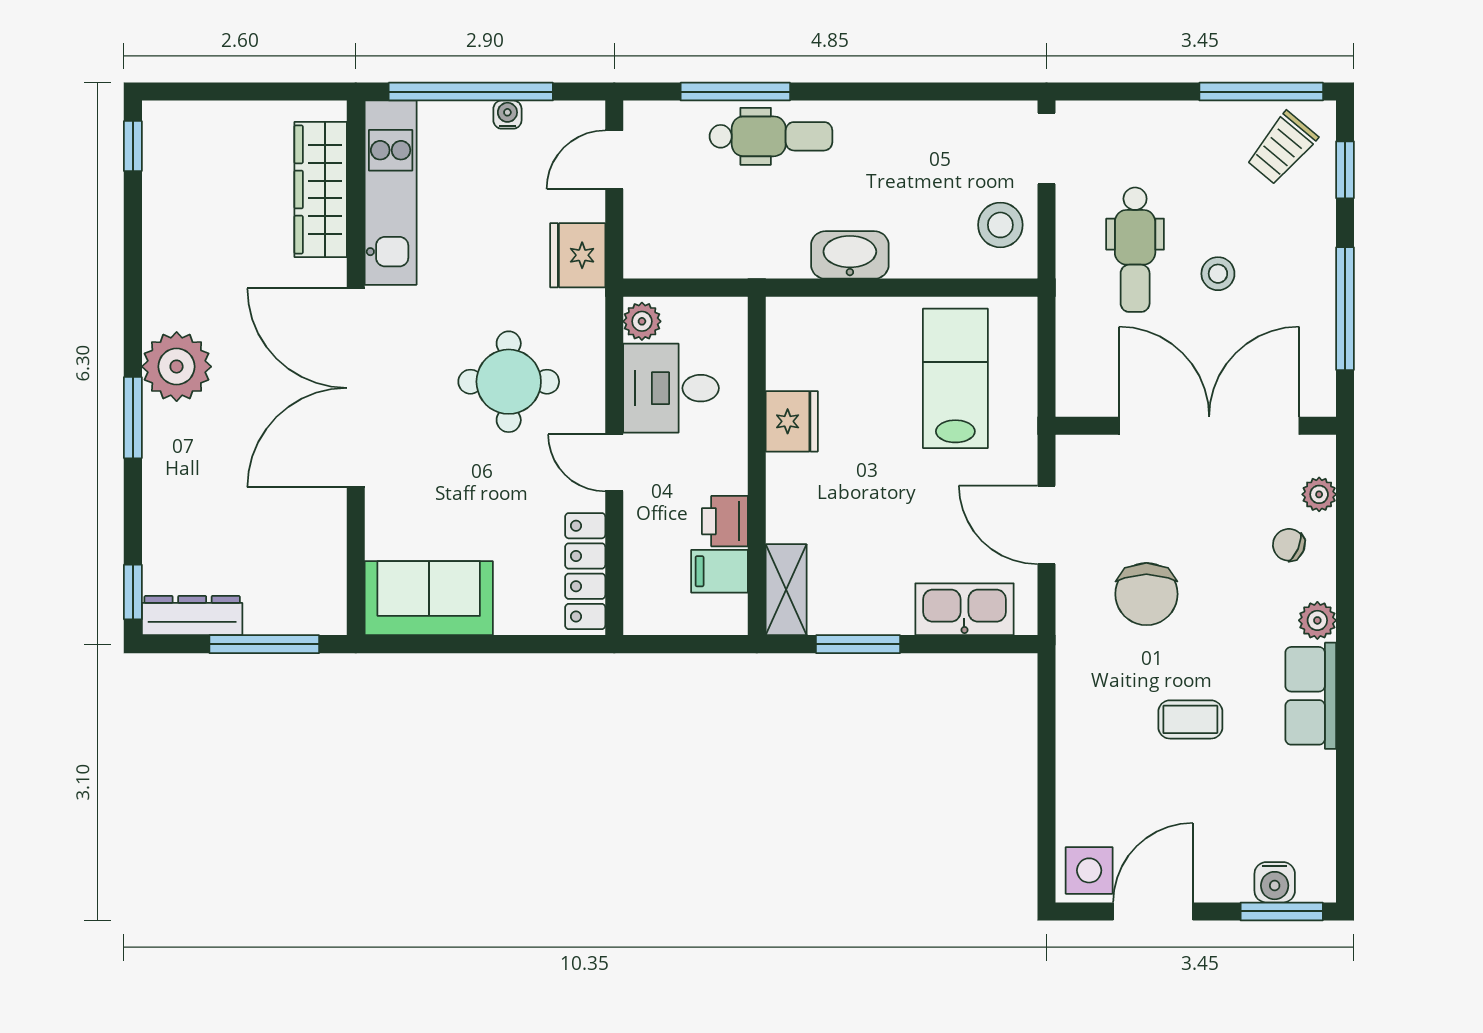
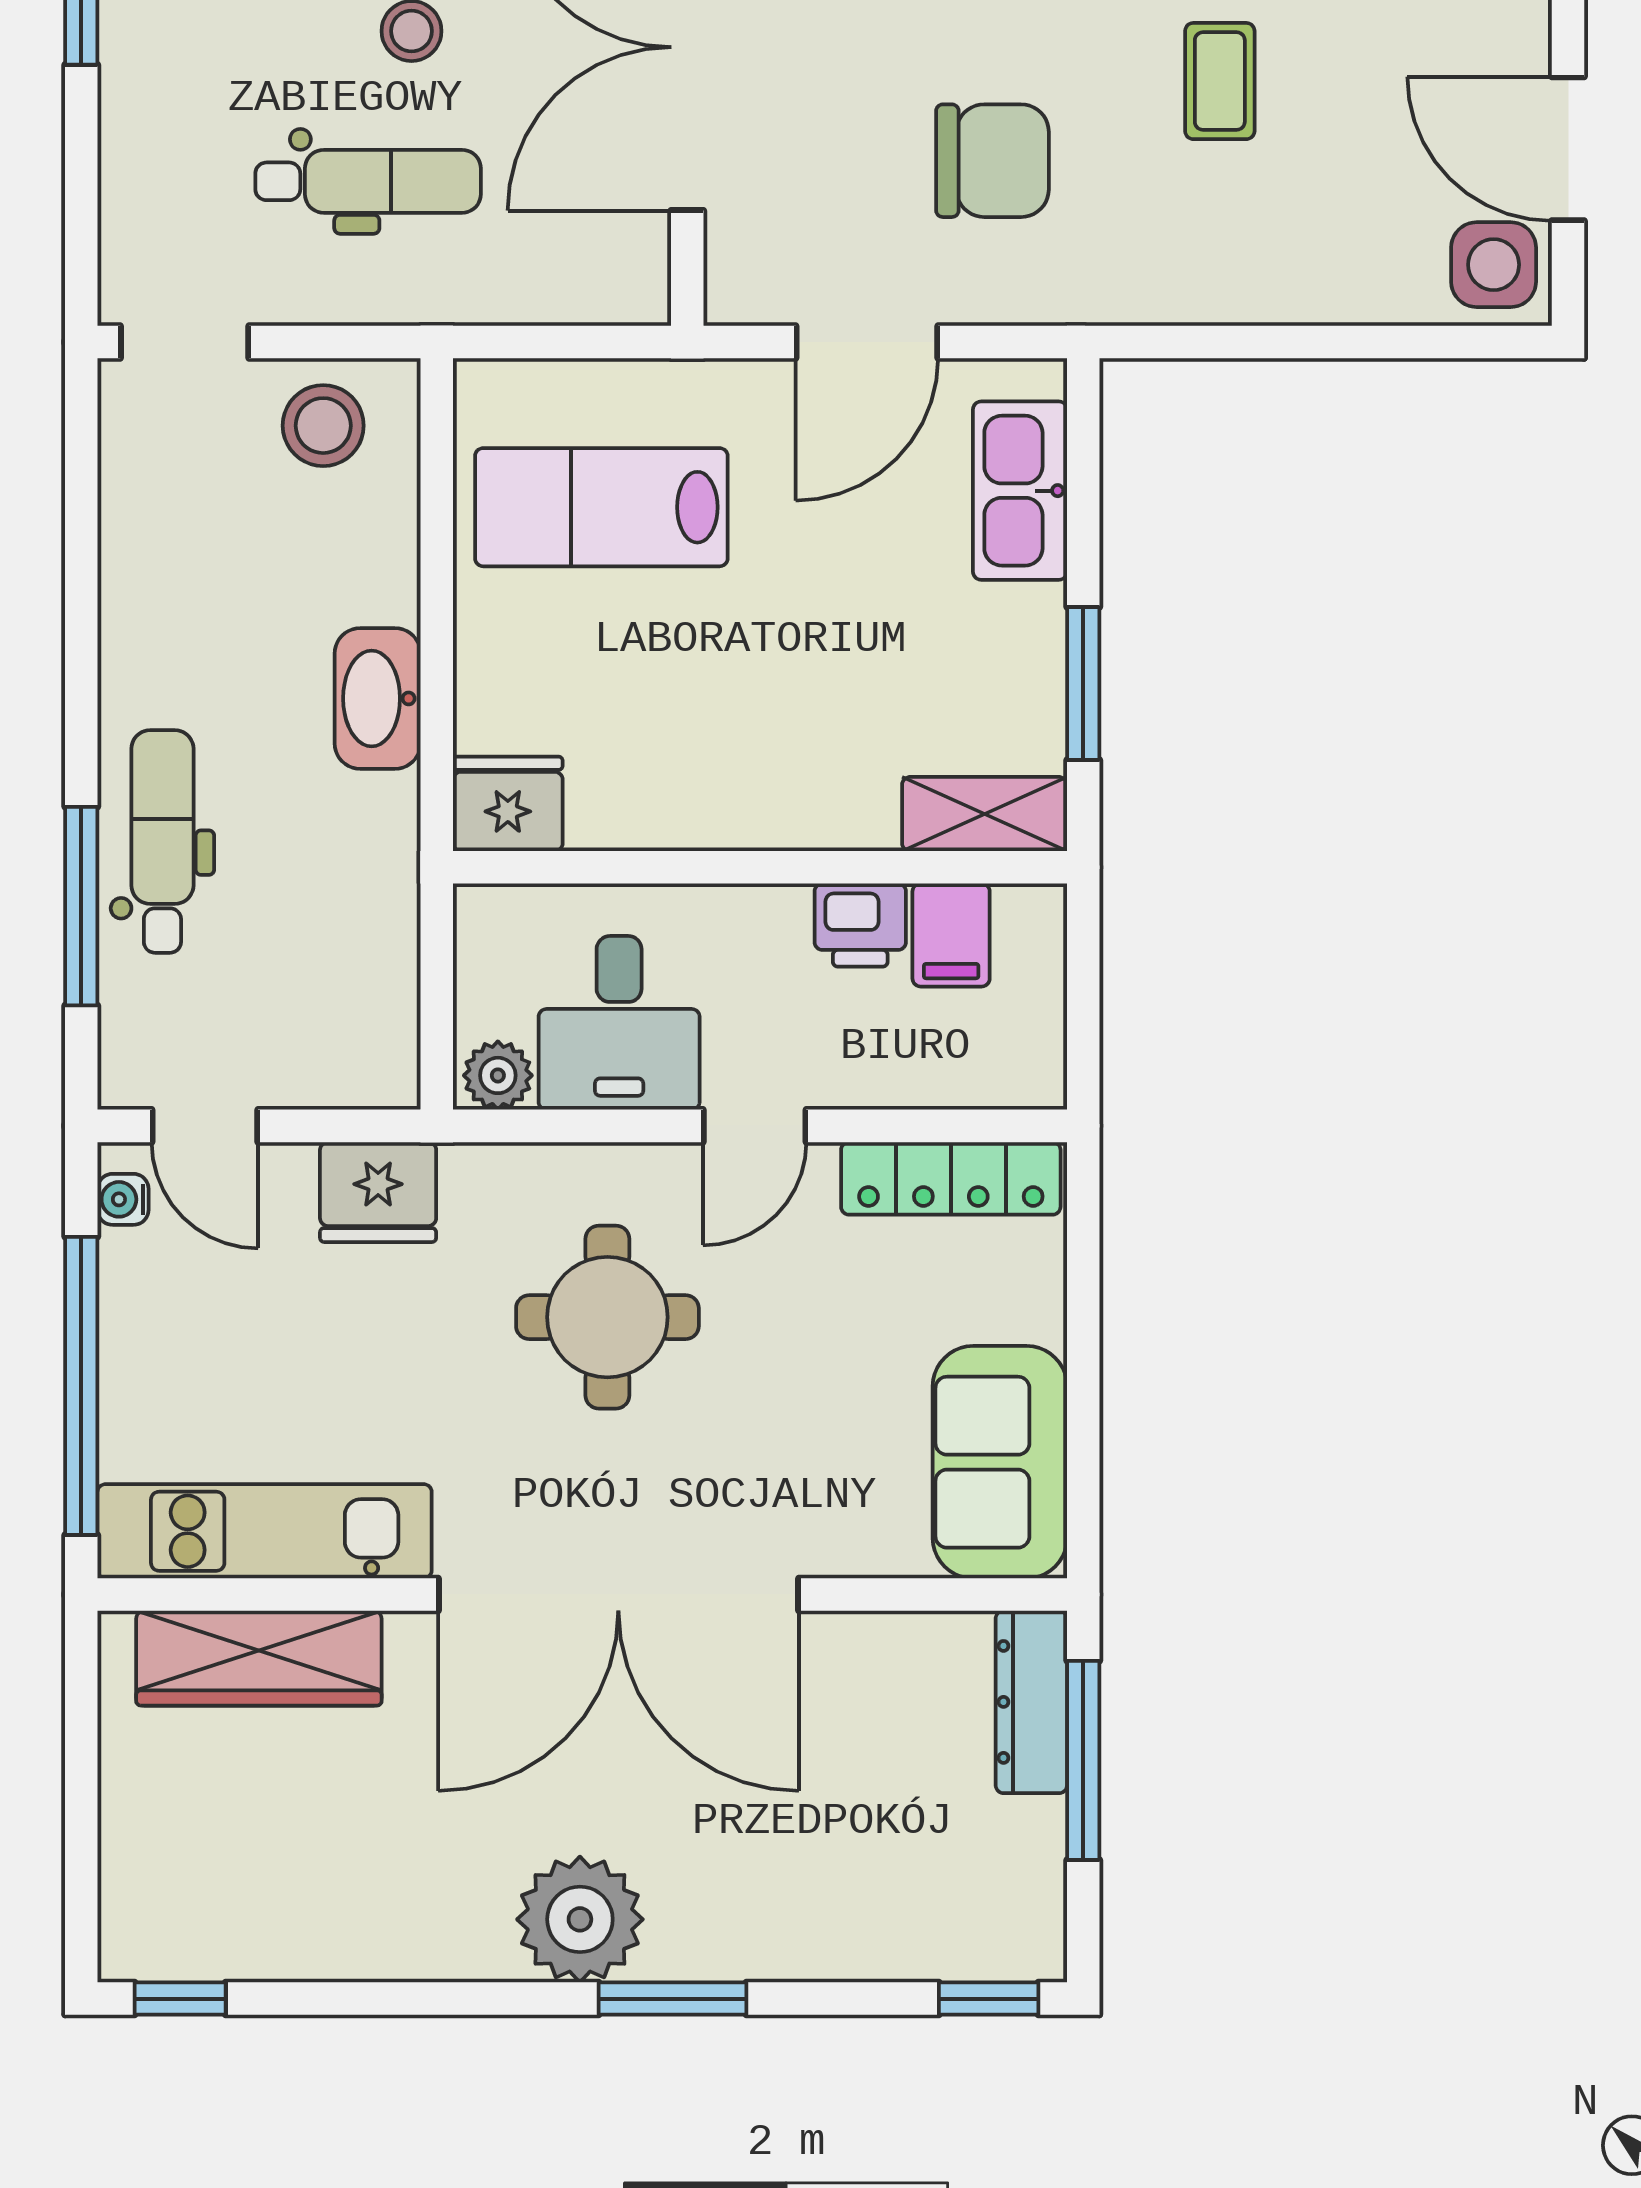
water cooler: (507, 115) -> (123, 1199), moved
fridge: (792, 421) -> (508, 804), moved
dresser: (192, 616) -> (1031, 1702), moved

